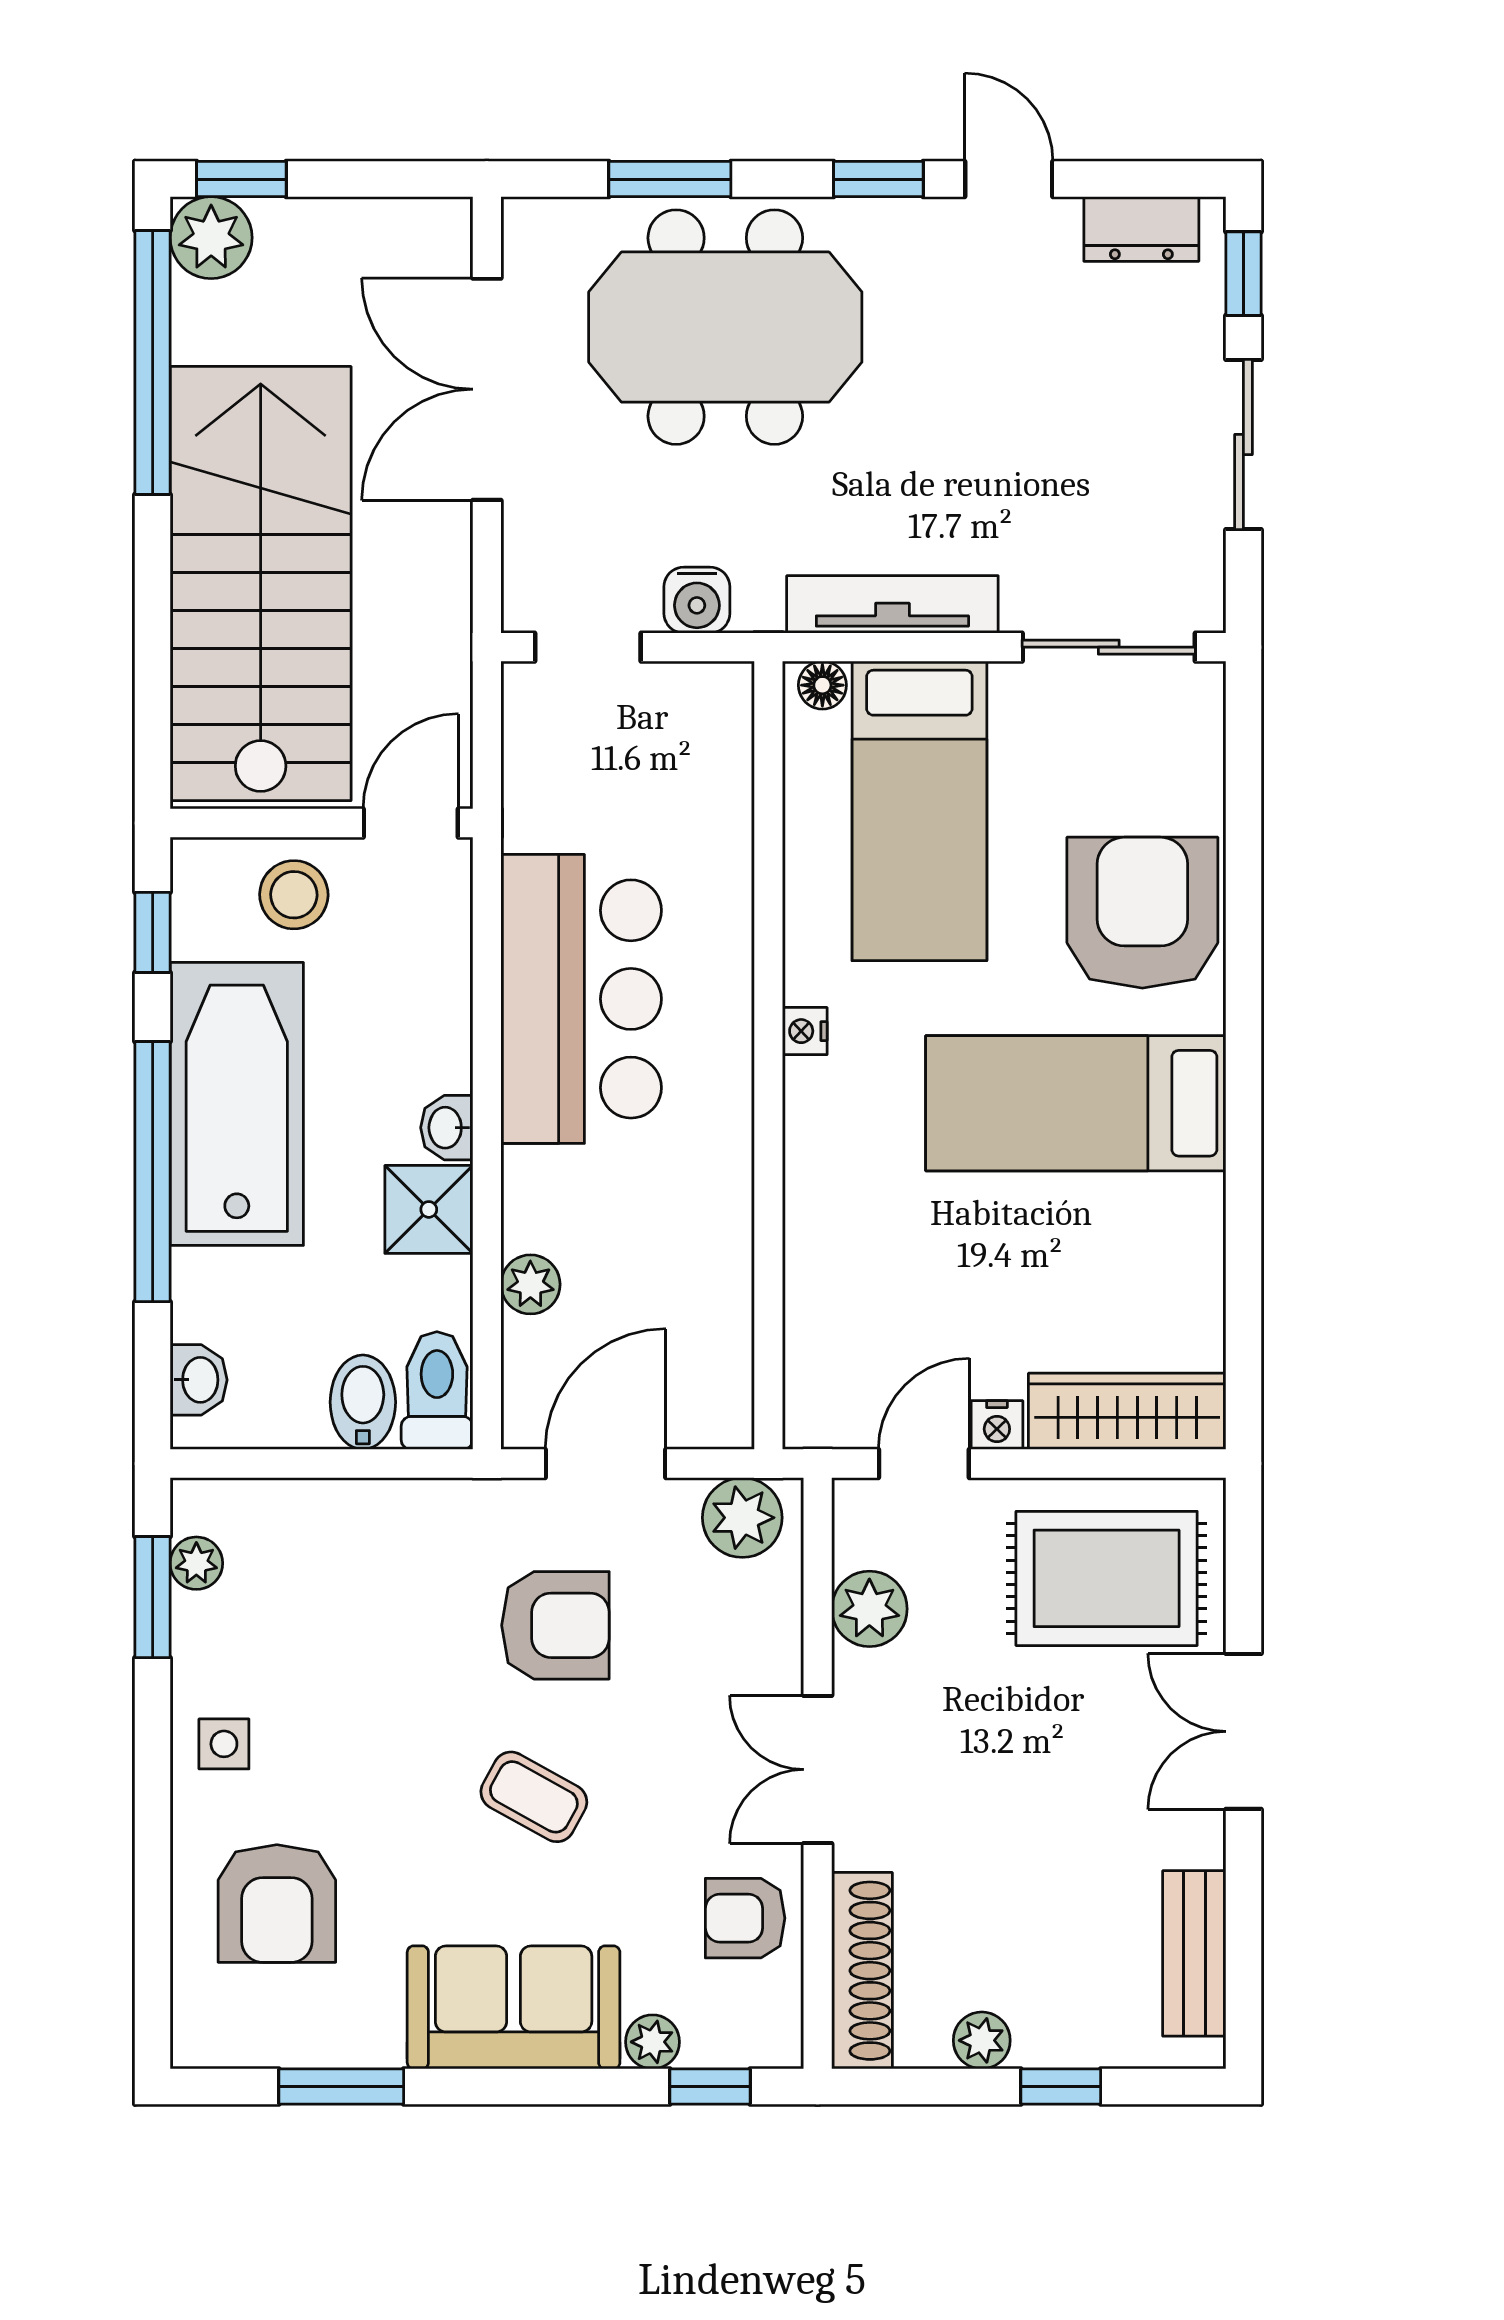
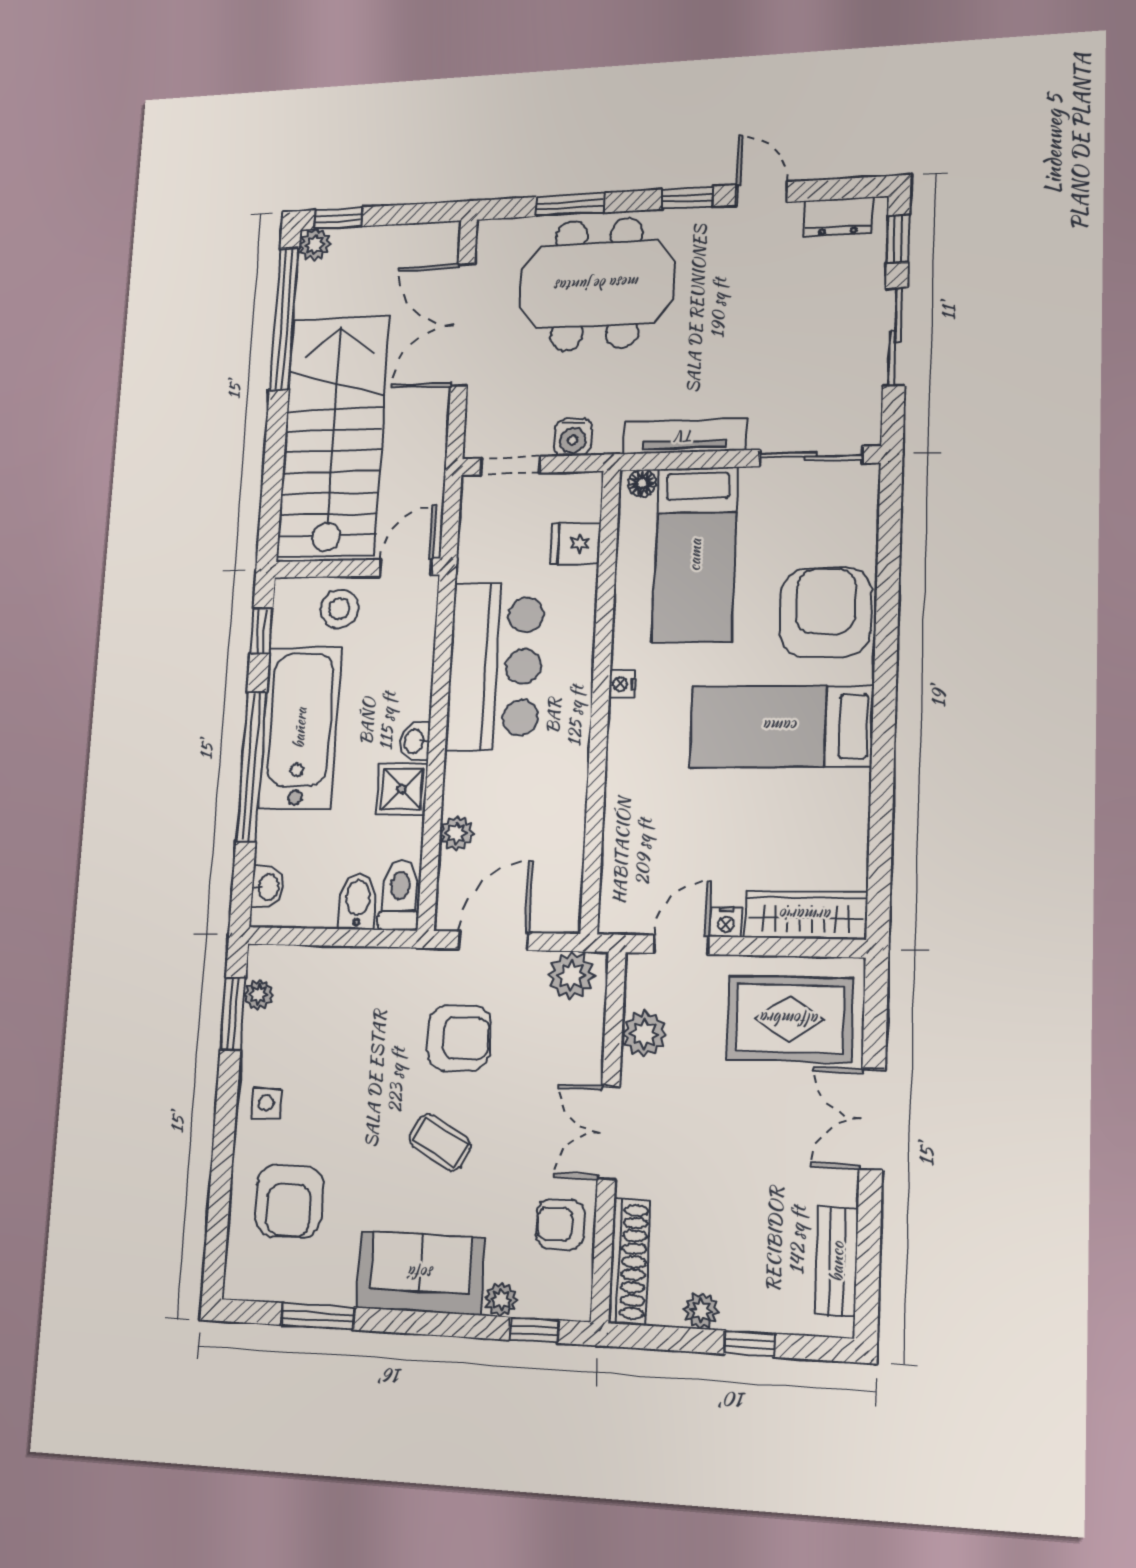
plant: (211, 238) -> (315, 245), width x0.73, depth x0.73
fridge: (712, 788) -> (576, 544), added

